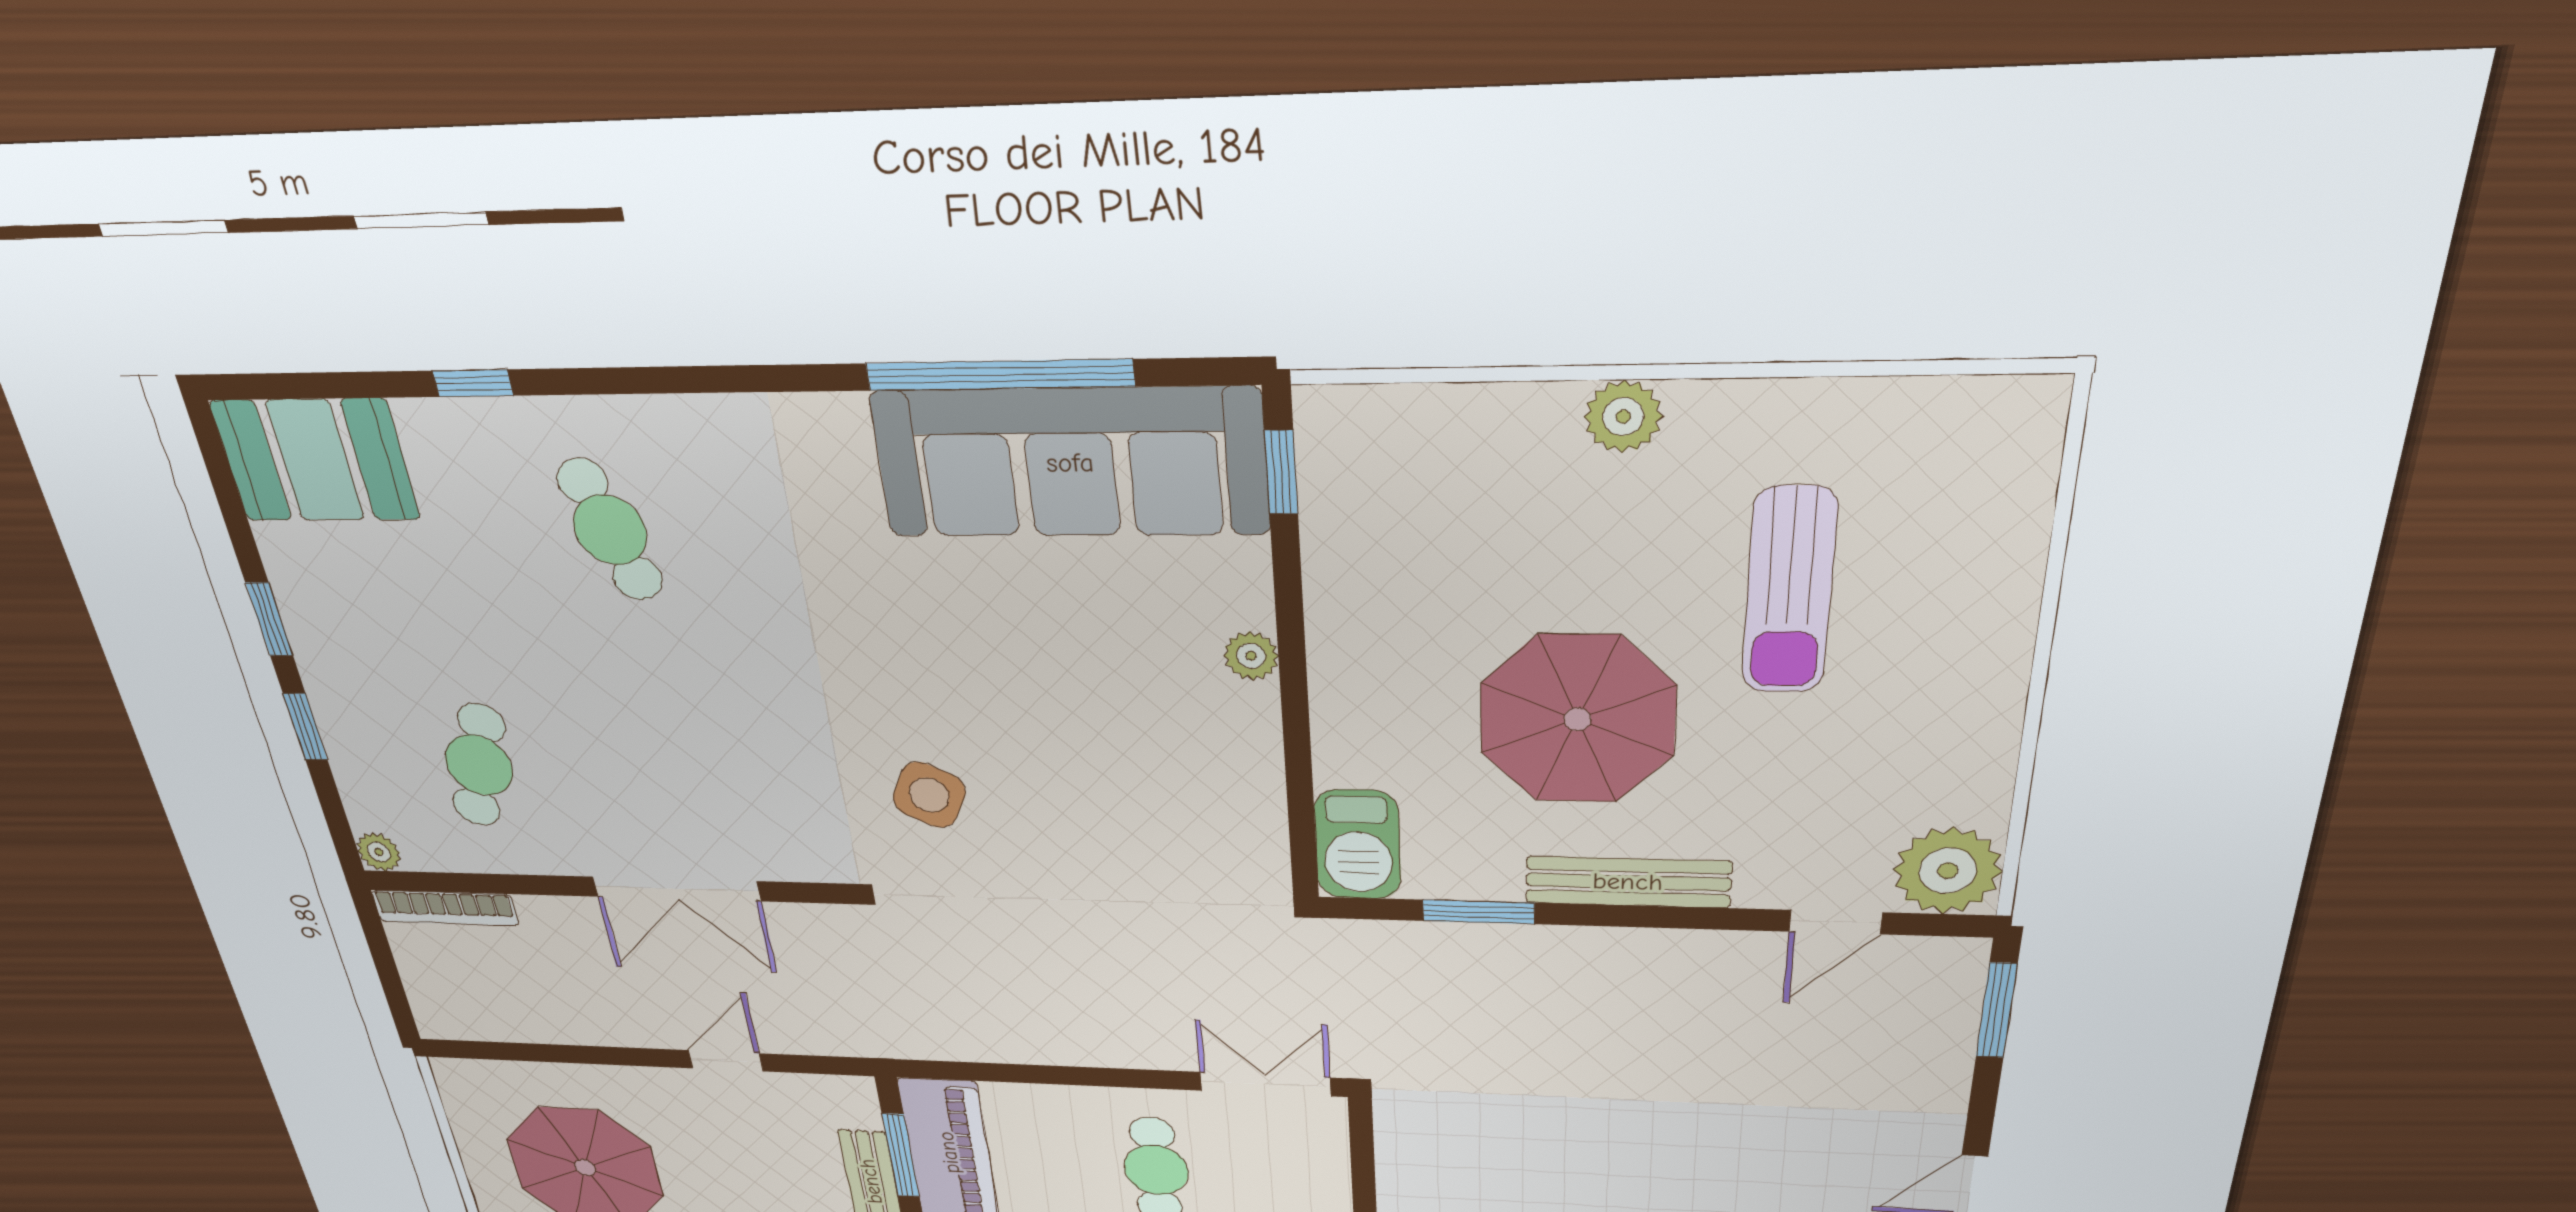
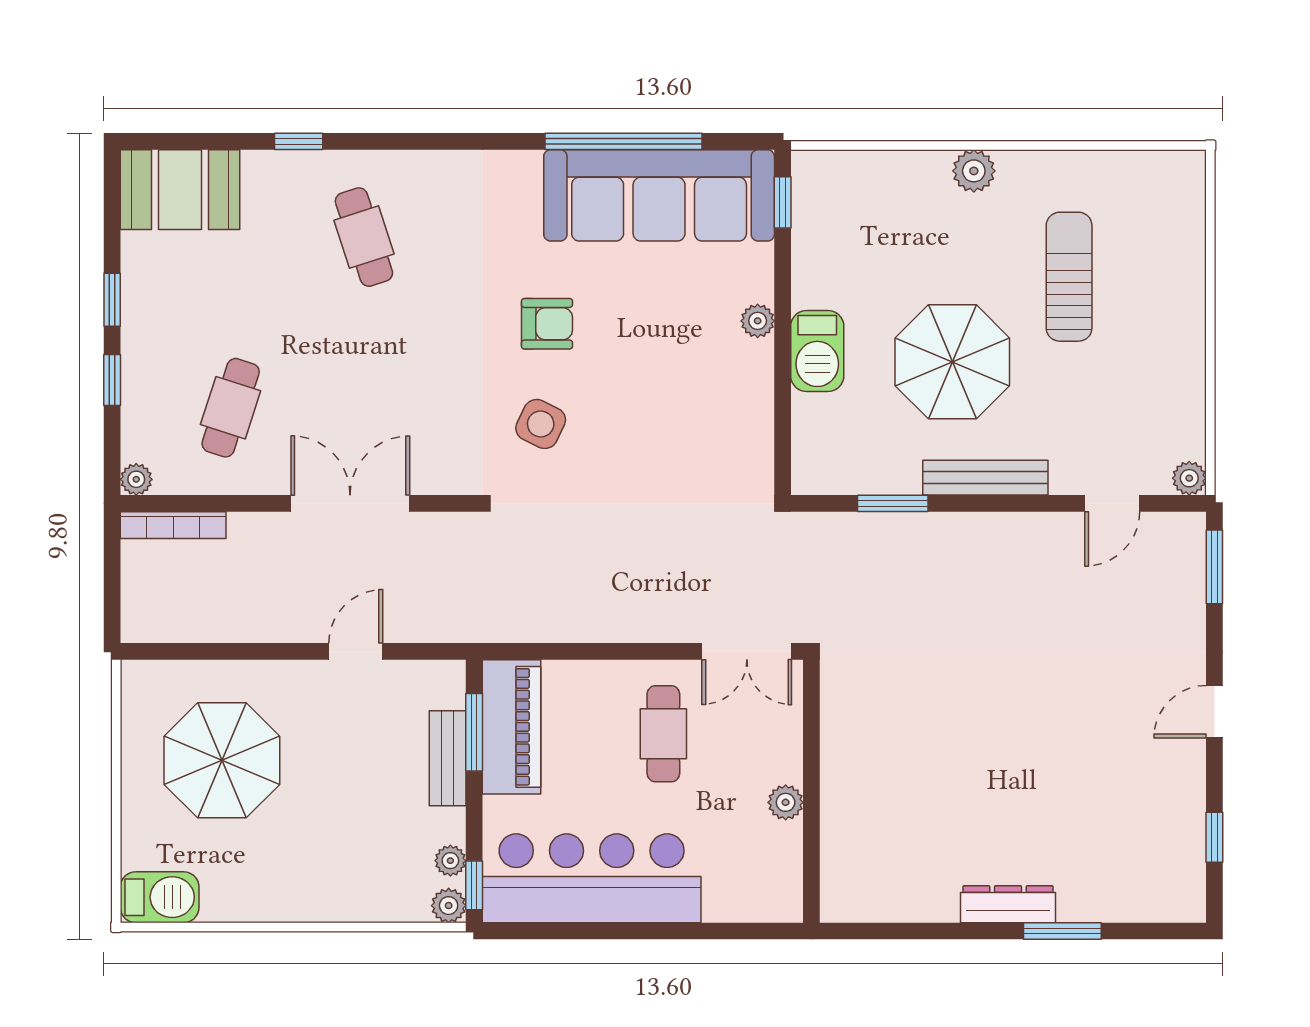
sun lounger: (1789, 591) -> (1069, 277), turned 180
armchair: (916, 657) -> (547, 324), added
barbecue: (1358, 845) -> (817, 351), moved
plant: (1948, 871) -> (1189, 478), width x0.53, depth x0.53
double door: (677, 889) -> (350, 503), swing flipped
double door: (1265, 1084) -> (747, 651), swing flipped

